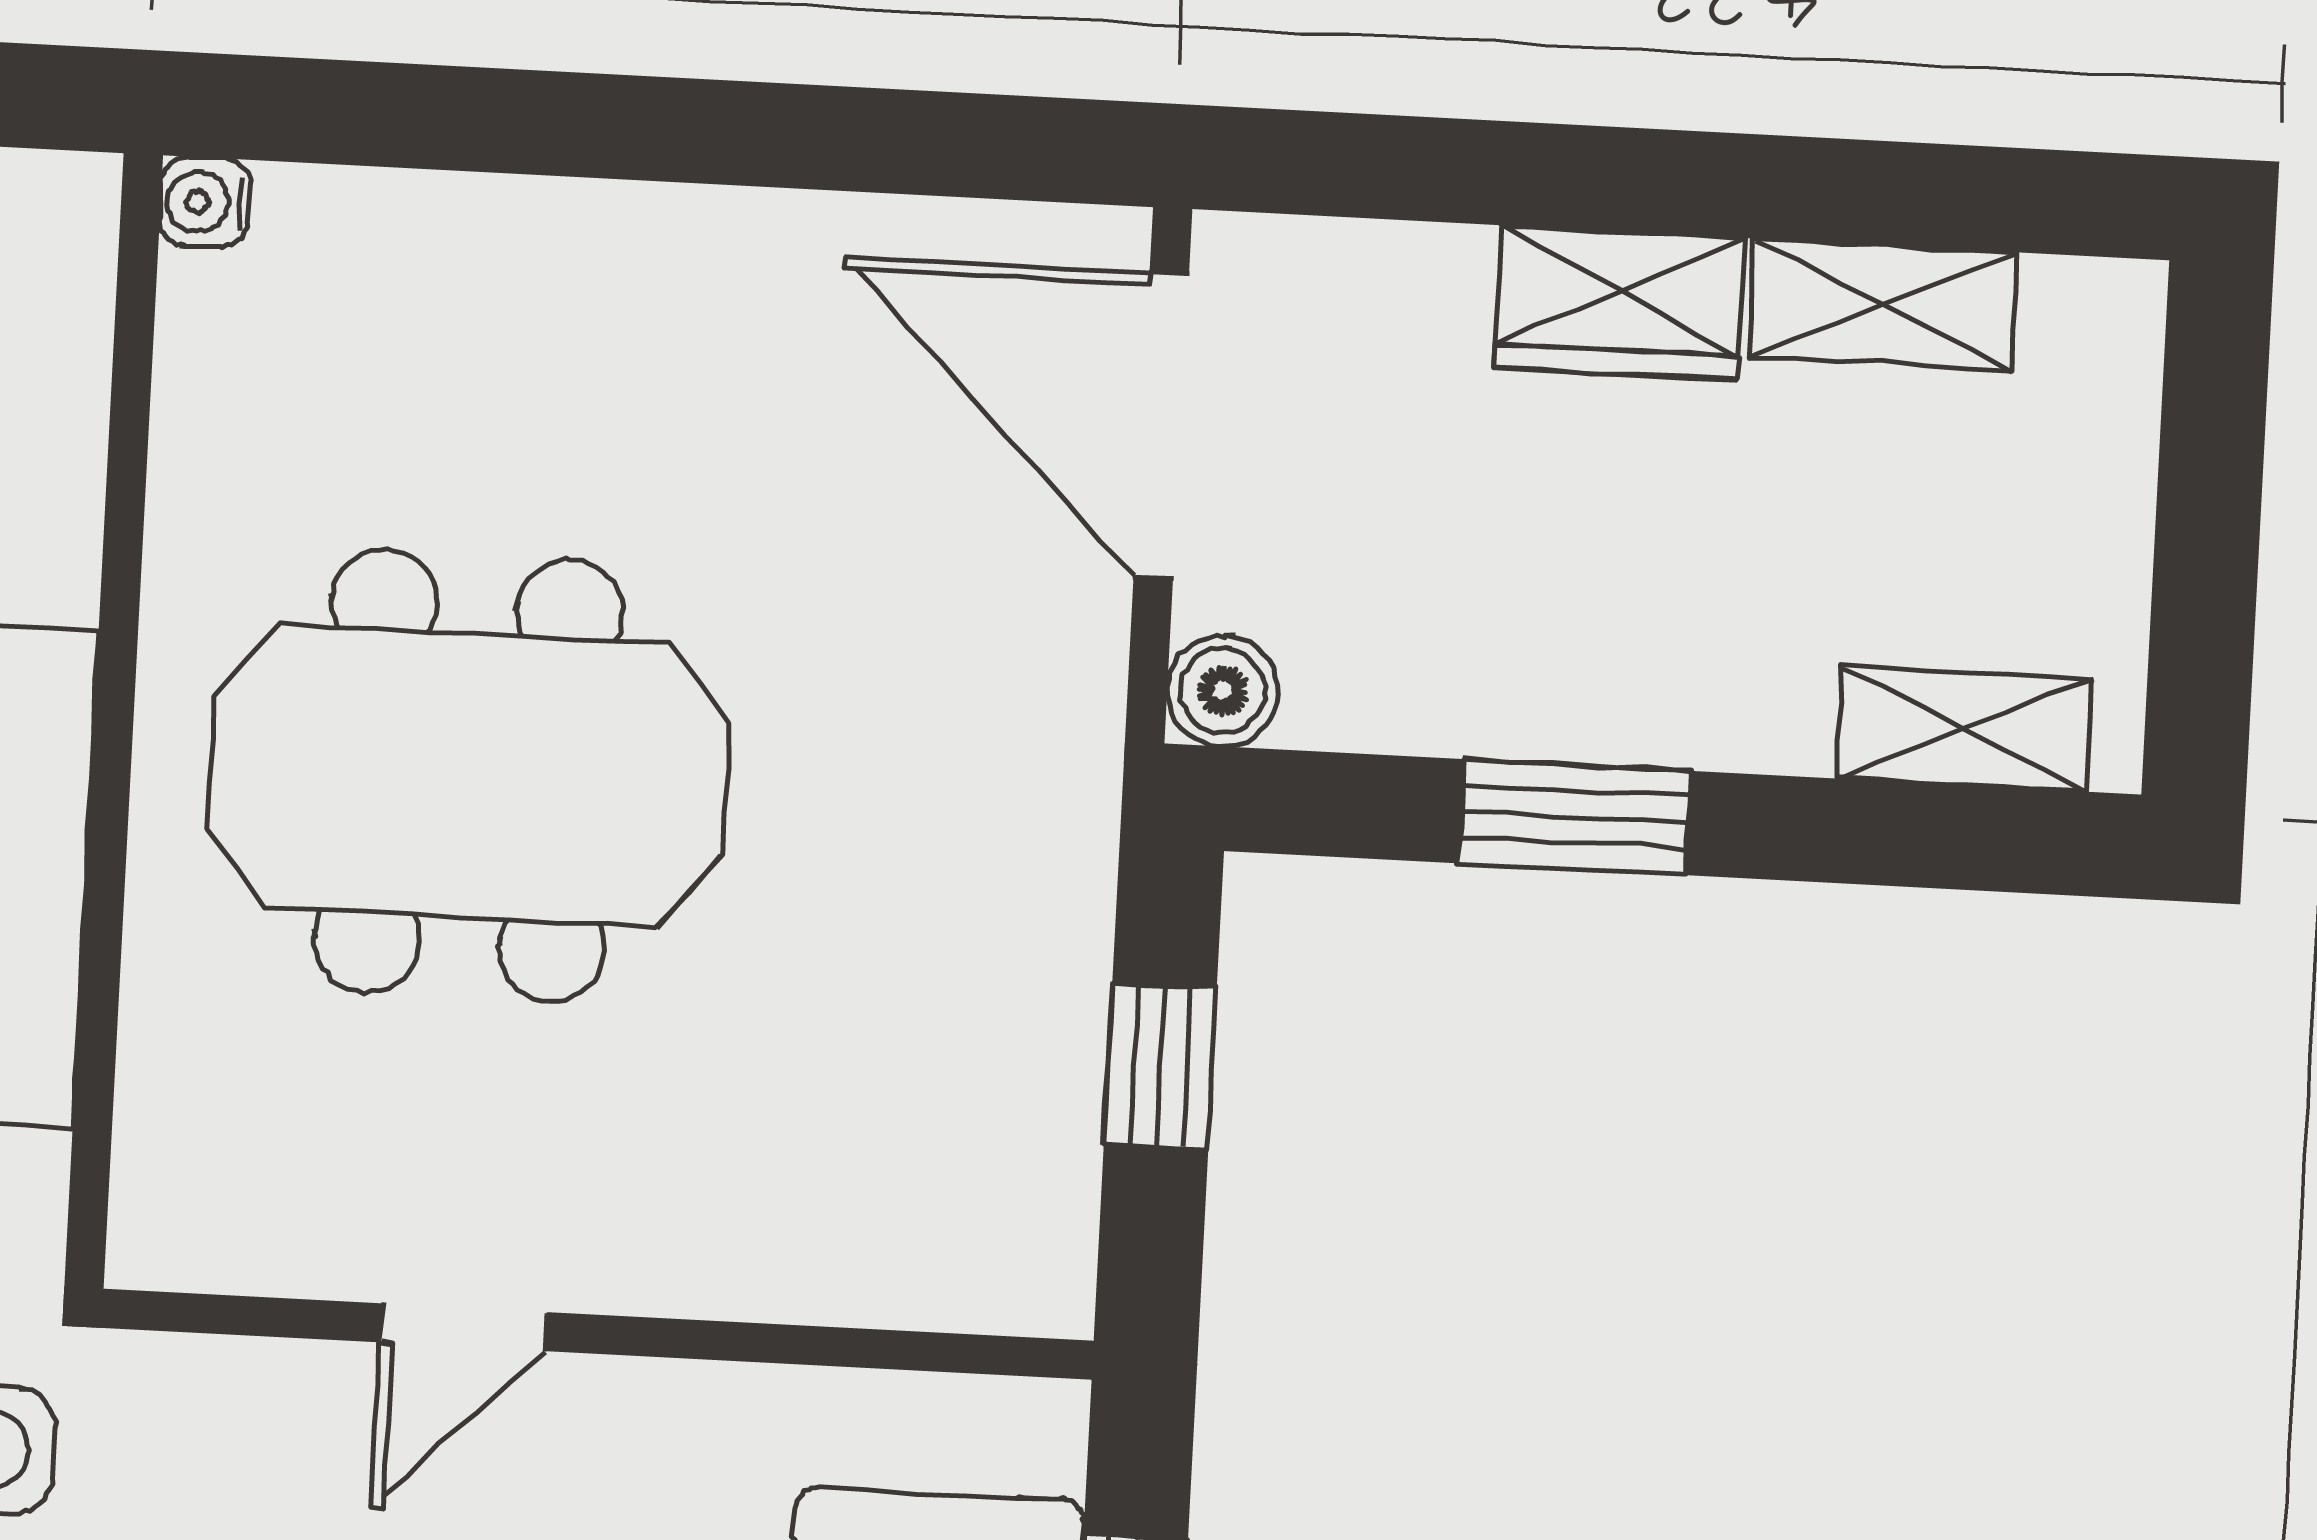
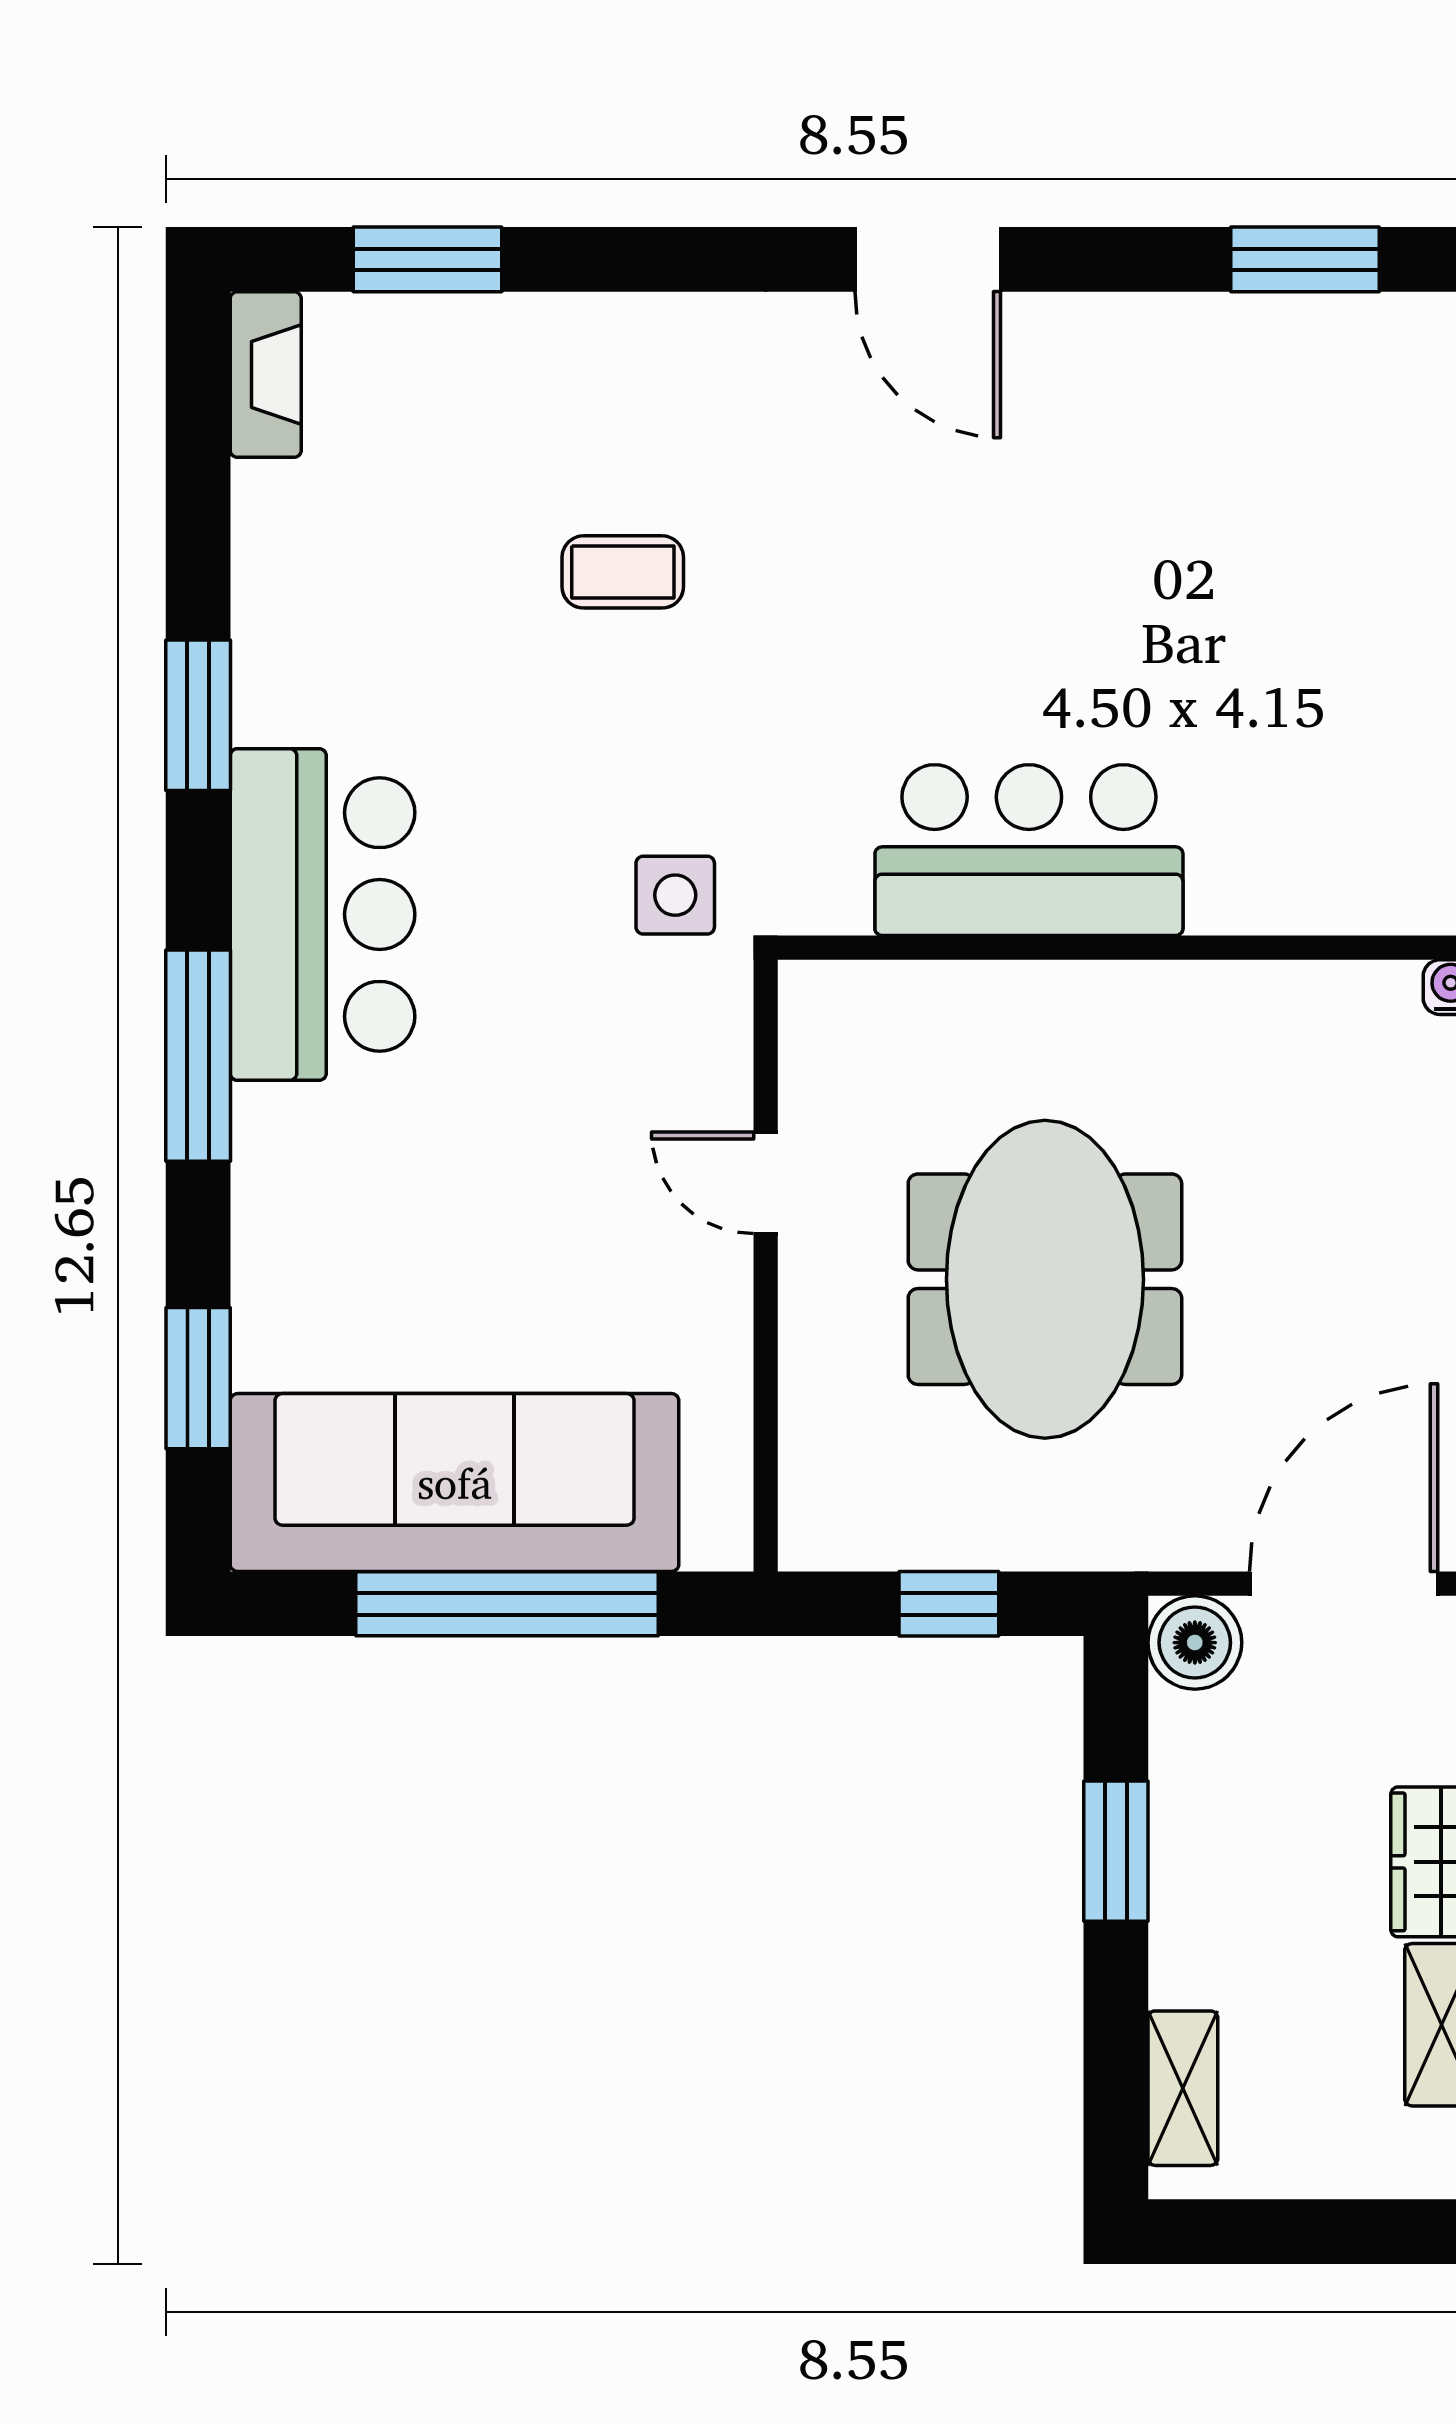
boiler: (1223, 691) -> (1195, 1643), width x1.36, depth x1.36
meeting table: (468, 776) -> (1045, 1279), moved

